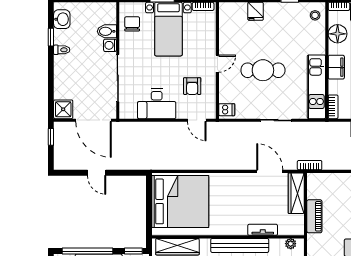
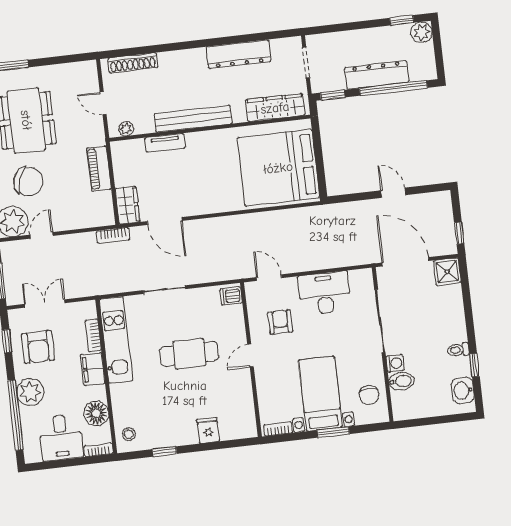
bookcase: (333, 107) -> (93, 335), moved
wardrobe: (296, 193) -> (127, 205), width x0.67

